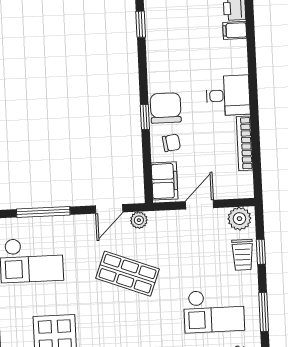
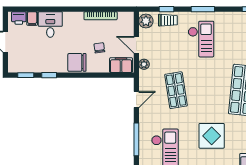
desk: (228, 95) -> (50, 24), moved
window: (145, 117) -> (49, 75), moved
chair: (171, 143) -> (99, 48), moved
door: (109, 209) -> (136, 99), hinge flipped
plant: (139, 220) -> (144, 64), moved
shop shelf: (128, 274) -> (176, 90), turned -30

